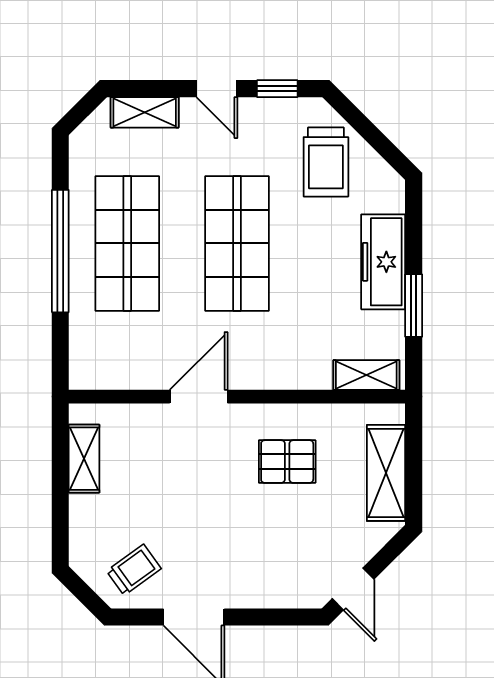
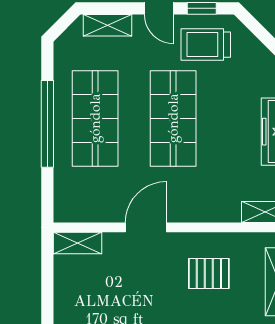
trolley: (326, 162) -> (206, 45), moved, turned 90
shelving: (84, 459) -> (78, 243), moved, turned 90

